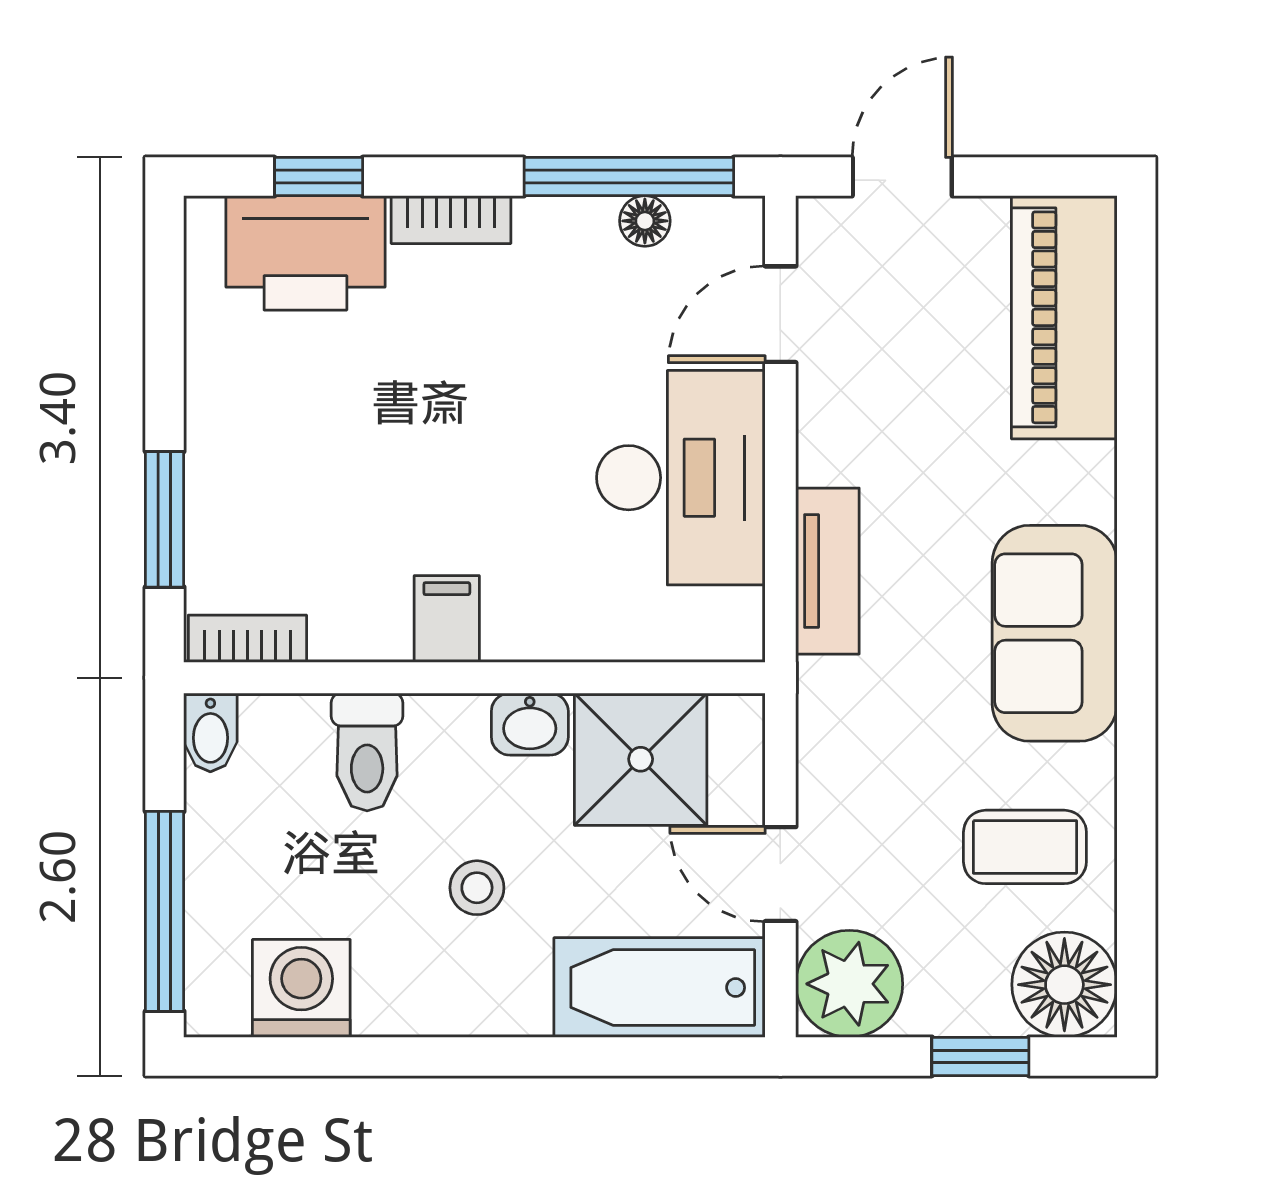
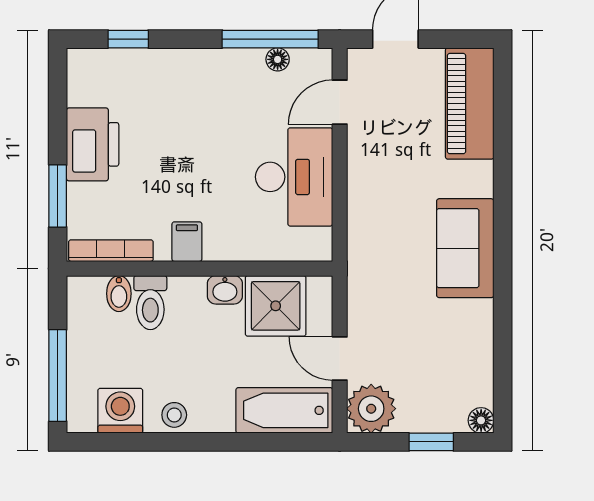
bookcase: (451, 220) -> (189, 59), removed
printer: (305, 253) -> (93, 144), moved, turned -90
tv unit: (827, 571) -> (361, 220), removed
bookcase: (247, 639) -> (111, 251), width x1.56
bidet: (210, 732) -> (119, 294), moved
coffee table: (1025, 847) -> (452, 346), removed
stool: (477, 888) -> (174, 415), moved
floor lamp: (1064, 985) -> (481, 420), width x0.53, depth x0.53

